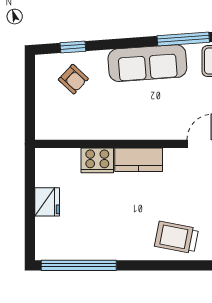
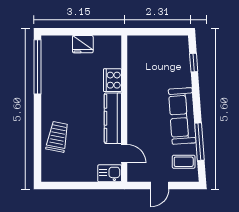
armchair: (73, 79) -> (171, 63), removed
kitchen counter: (139, 160) -> (113, 118), width x1.50

